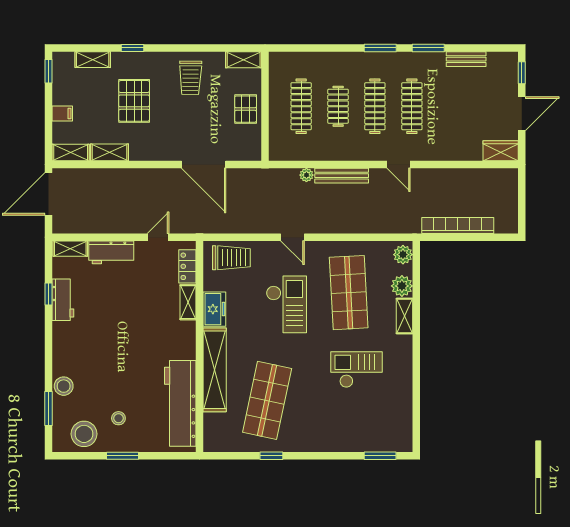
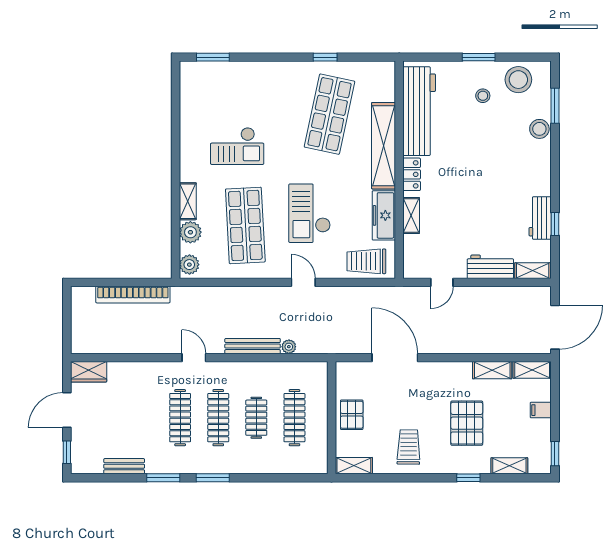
locker: (187, 266) -> (412, 174), moved
freezer: (214, 309) -> (384, 215), width x1.40

